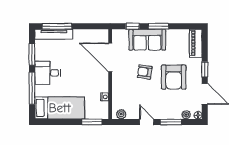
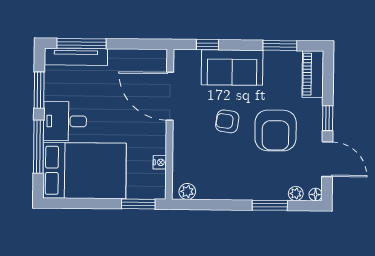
window: (158, 26) -> (280, 45), moved
bed: (60, 108) -> (85, 171), width x1.50
door: (147, 122) -> (230, 205), removed

